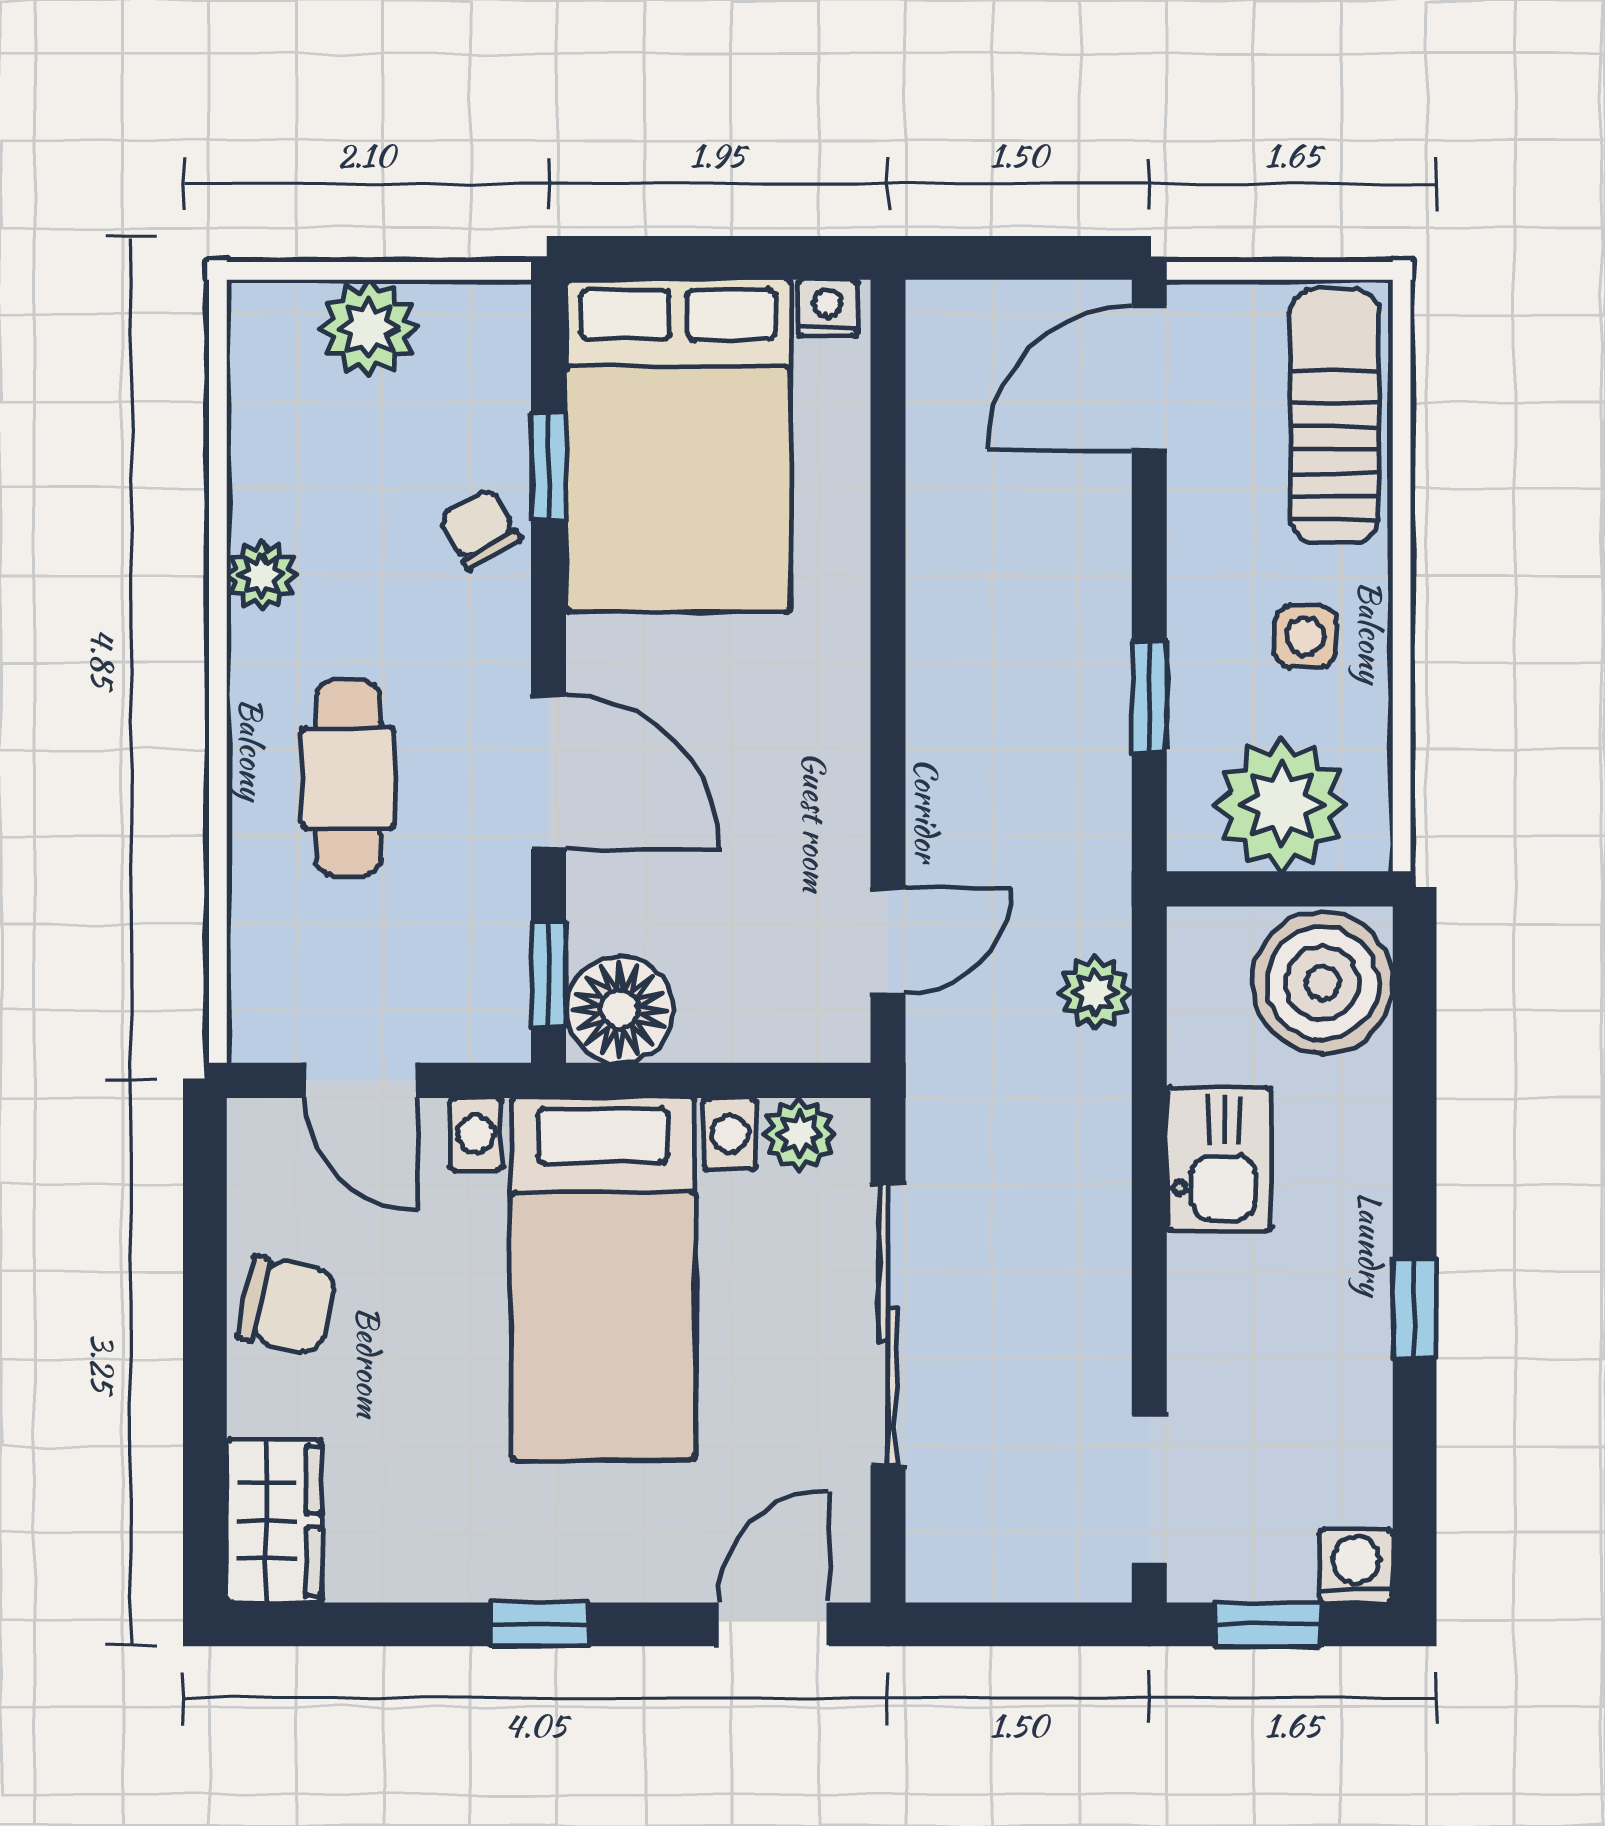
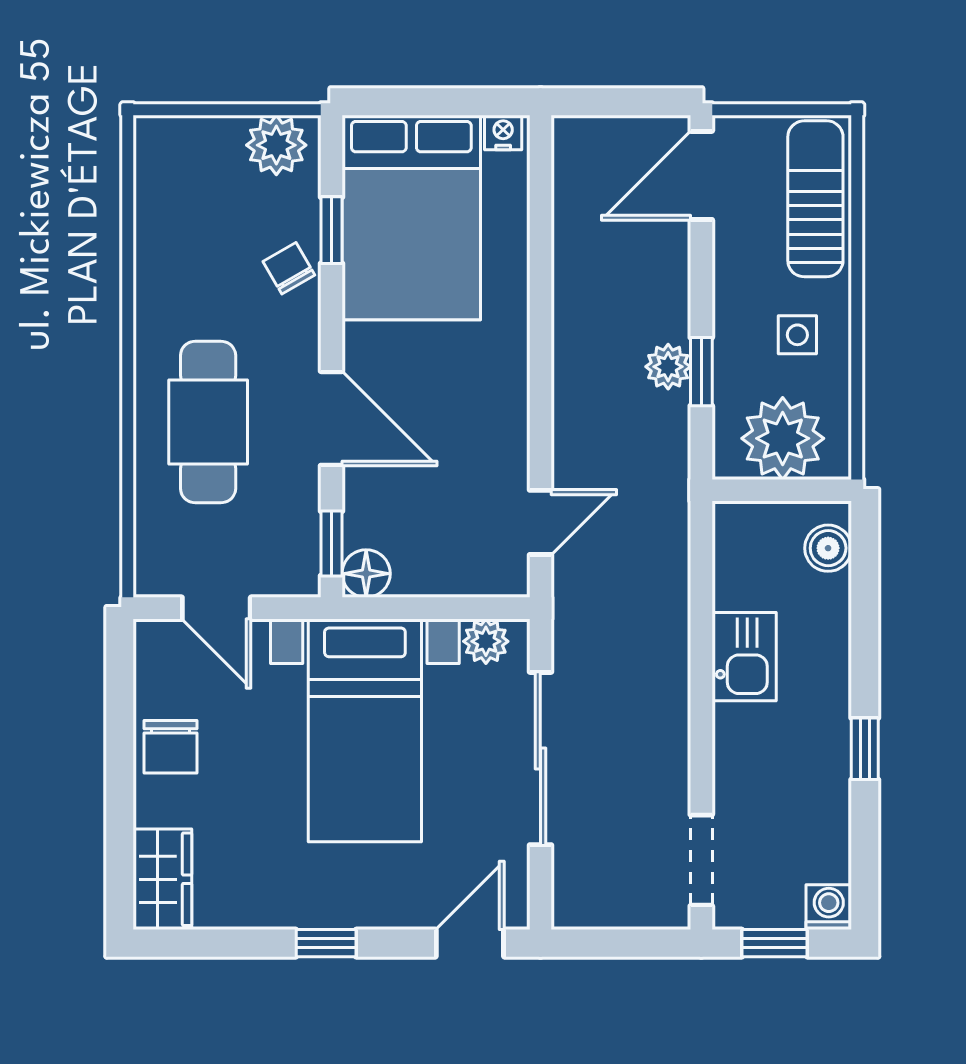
plant: (369, 328) -> (276, 145), moved
plant: (262, 575) -> (155, 297), removed
cafe table: (348, 778) -> (208, 422), width x1.37, depth x1.35
boiler: (1322, 983) -> (828, 548), width x0.54, depth x0.54
plant: (1095, 992) -> (668, 367), moved
floor lamp: (619, 1009) -> (366, 574), width x0.73, depth x0.73
chair: (287, 1305) -> (170, 747), turned 78

